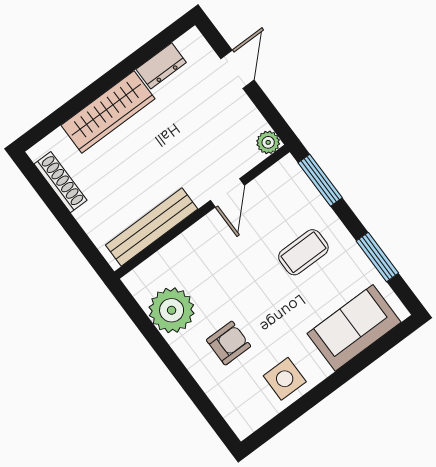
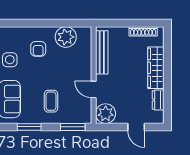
plant: (268, 142) -> (106, 114), width x1.88, depth x1.88

